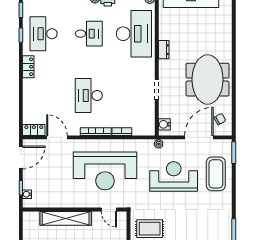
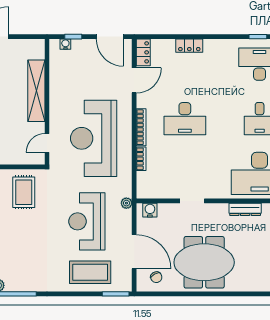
dresser: (164, 50) -> (245, 209), width x1.44
locker: (28, 67) -> (189, 46), moved
desk: (89, 95) -> (185, 119), turned 180
reception desk: (174, 177) -> (87, 221), turned 180

